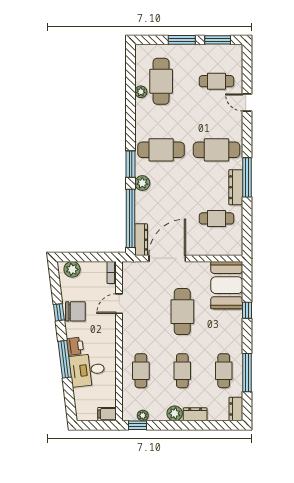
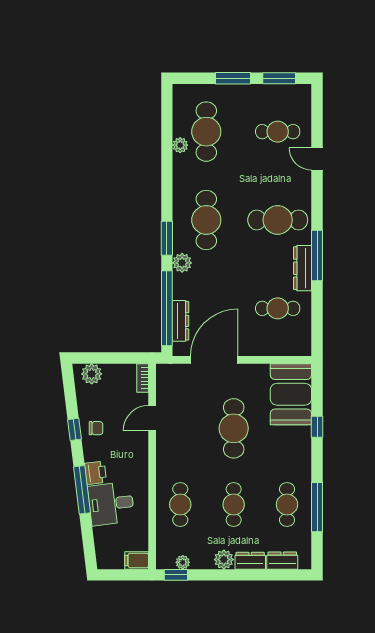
cafe table: (161, 150) -> (206, 220), turned 90
dresser: (141, 240) -> (181, 321), moved
chair: (75, 311) -> (96, 428), width x0.54, depth x0.54
dresser: (236, 409) -> (282, 561), moved, turned 90

